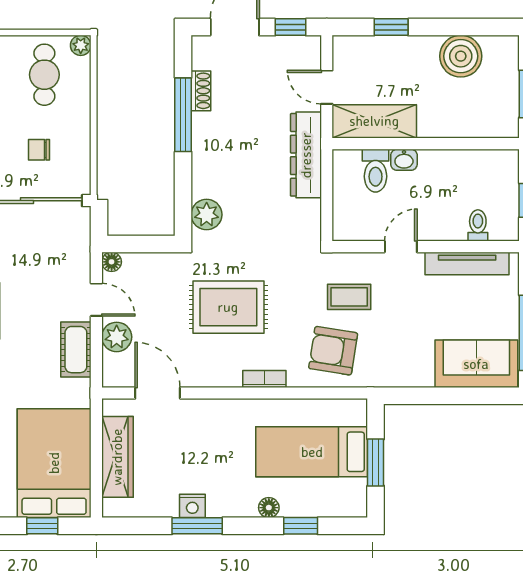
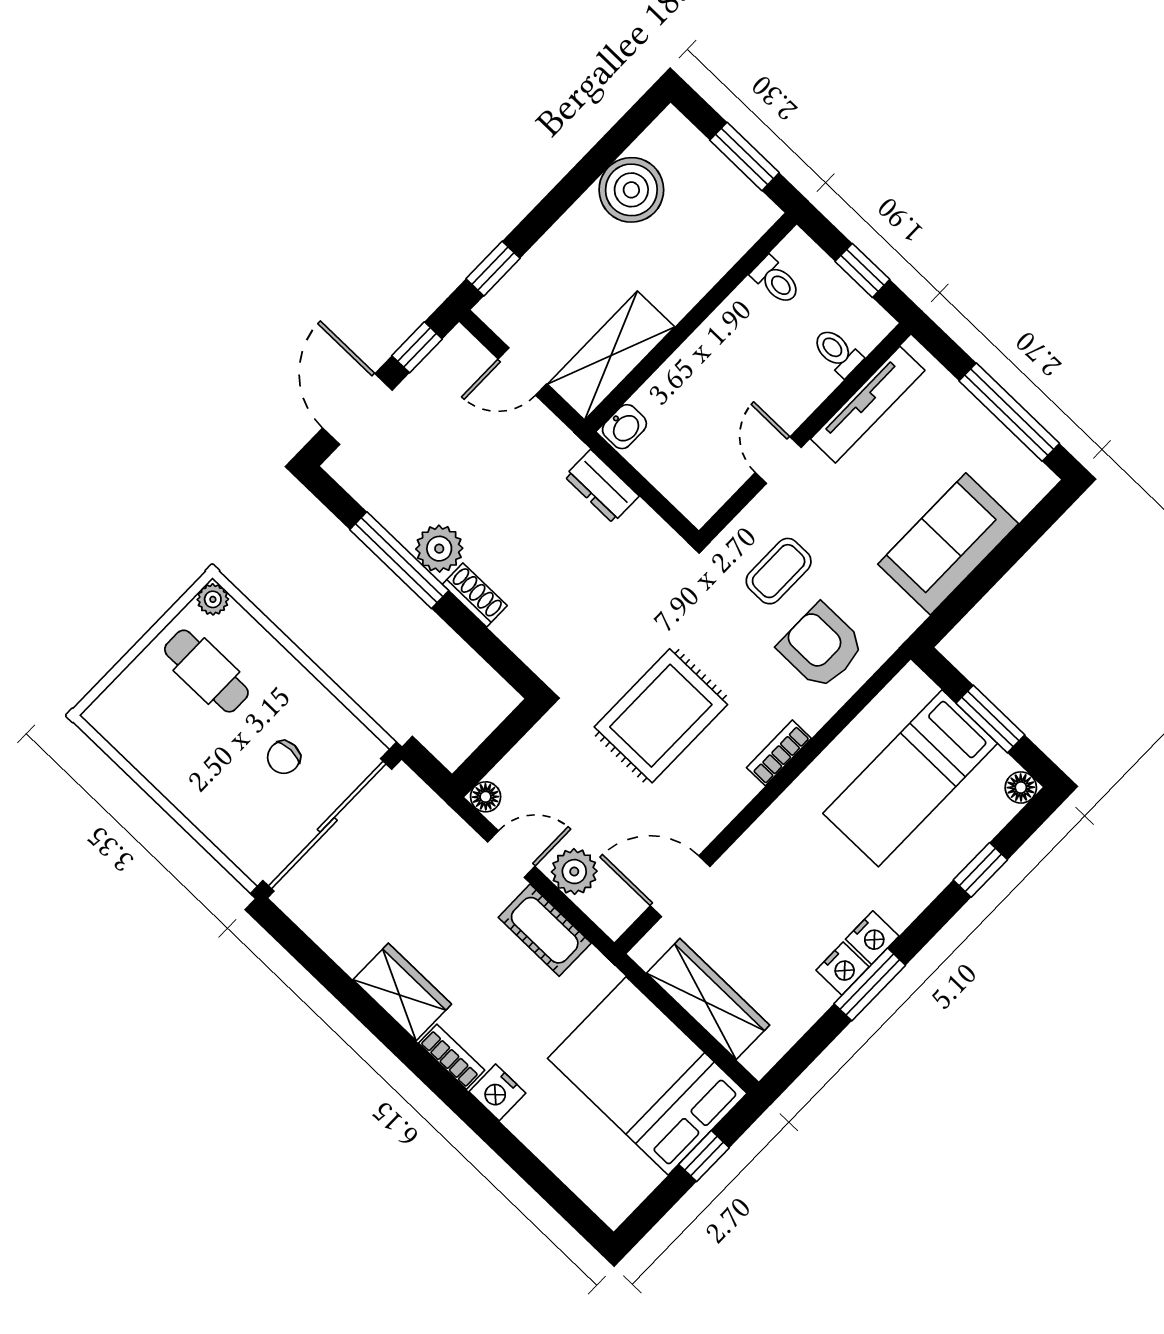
window: (391, 27) -> (493, 269), moved
shoe rack: (201, 91) -> (475, 595), moved
dresser: (306, 155) -> (602, 486), width x0.51, depth x0.80
washbasin: (404, 160) -> (624, 427), moved
toilet: (376, 171) -> (776, 281), moved, width x0.73, depth x0.72
plant: (207, 215) -> (439, 549), moved
armchair: (333, 351) -> (821, 646), turned 81
sofa: (476, 364) -> (948, 544), moved
nightstand: (220, 506) -> (872, 938), added
floor lamp: (269, 508) -> (1021, 787), moved

